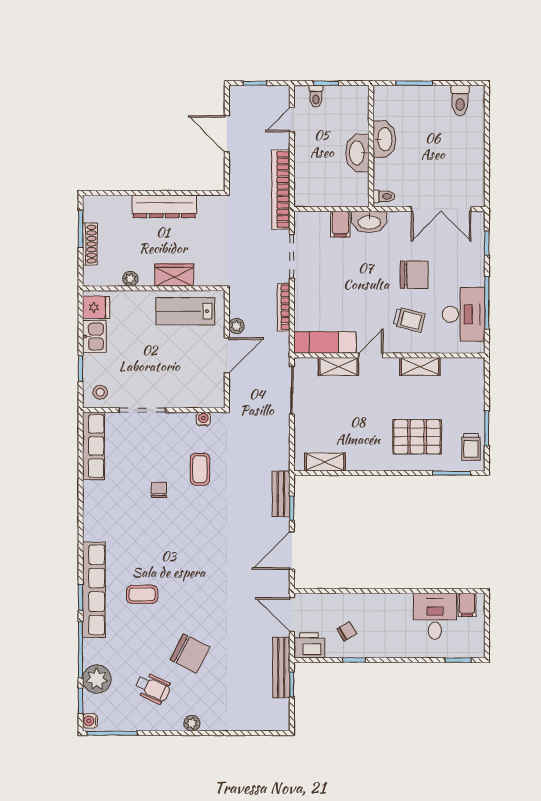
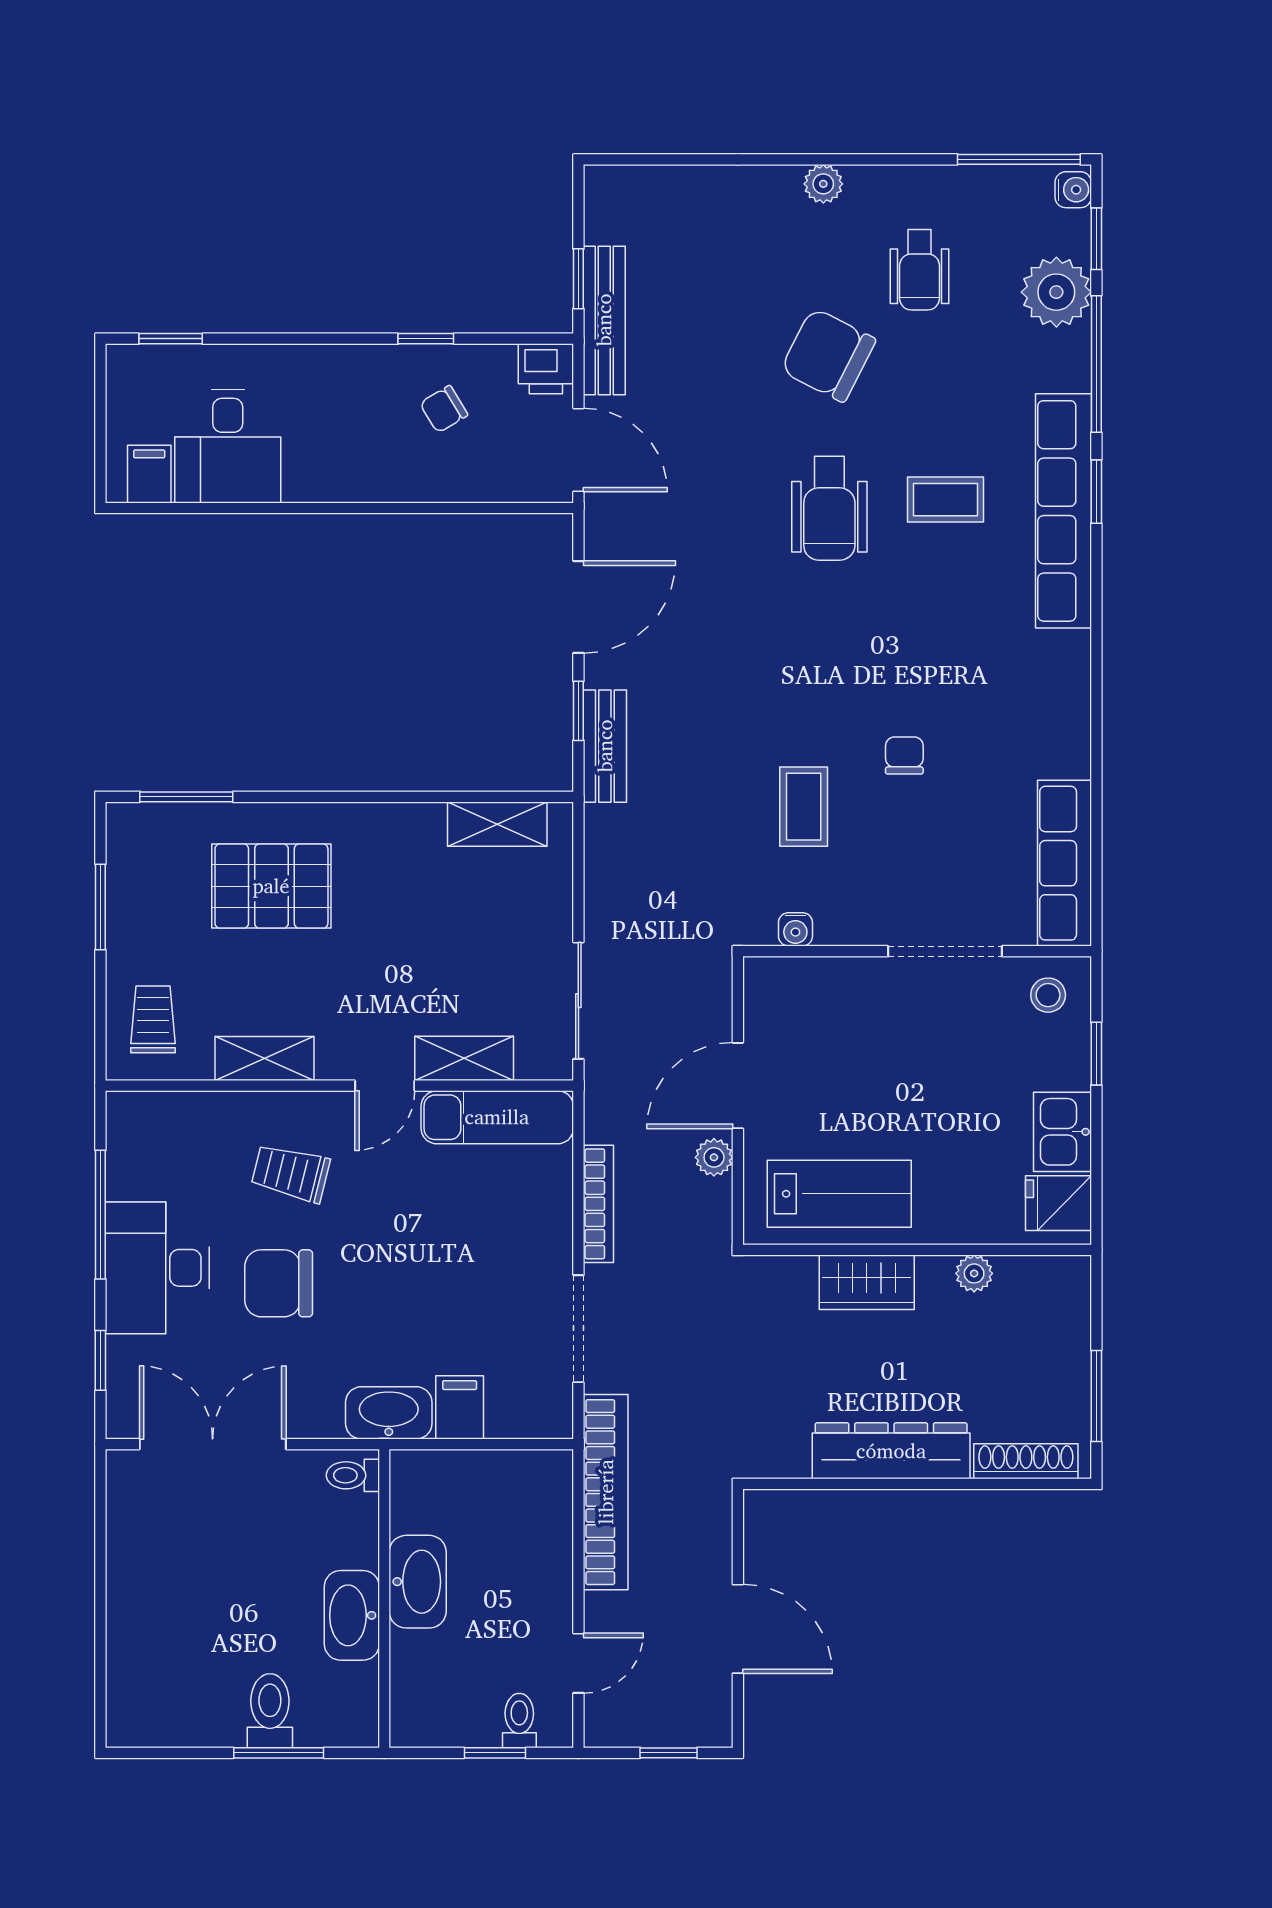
toilet: (460, 100) -> (270, 1711), moved
shoe rack: (90, 244) -> (1026, 1461), moved, turned 90
desk: (464, 314) -> (157, 1268), moved
trolley: (471, 447) -> (153, 1019), moved
chair: (159, 490) -> (904, 756), turned 180
wheelchair: (189, 591) -> (829, 508), added
printer: (309, 645) -> (546, 369), width x0.73, depth x0.81
wheelchair: (153, 688) -> (920, 270), turned -115

